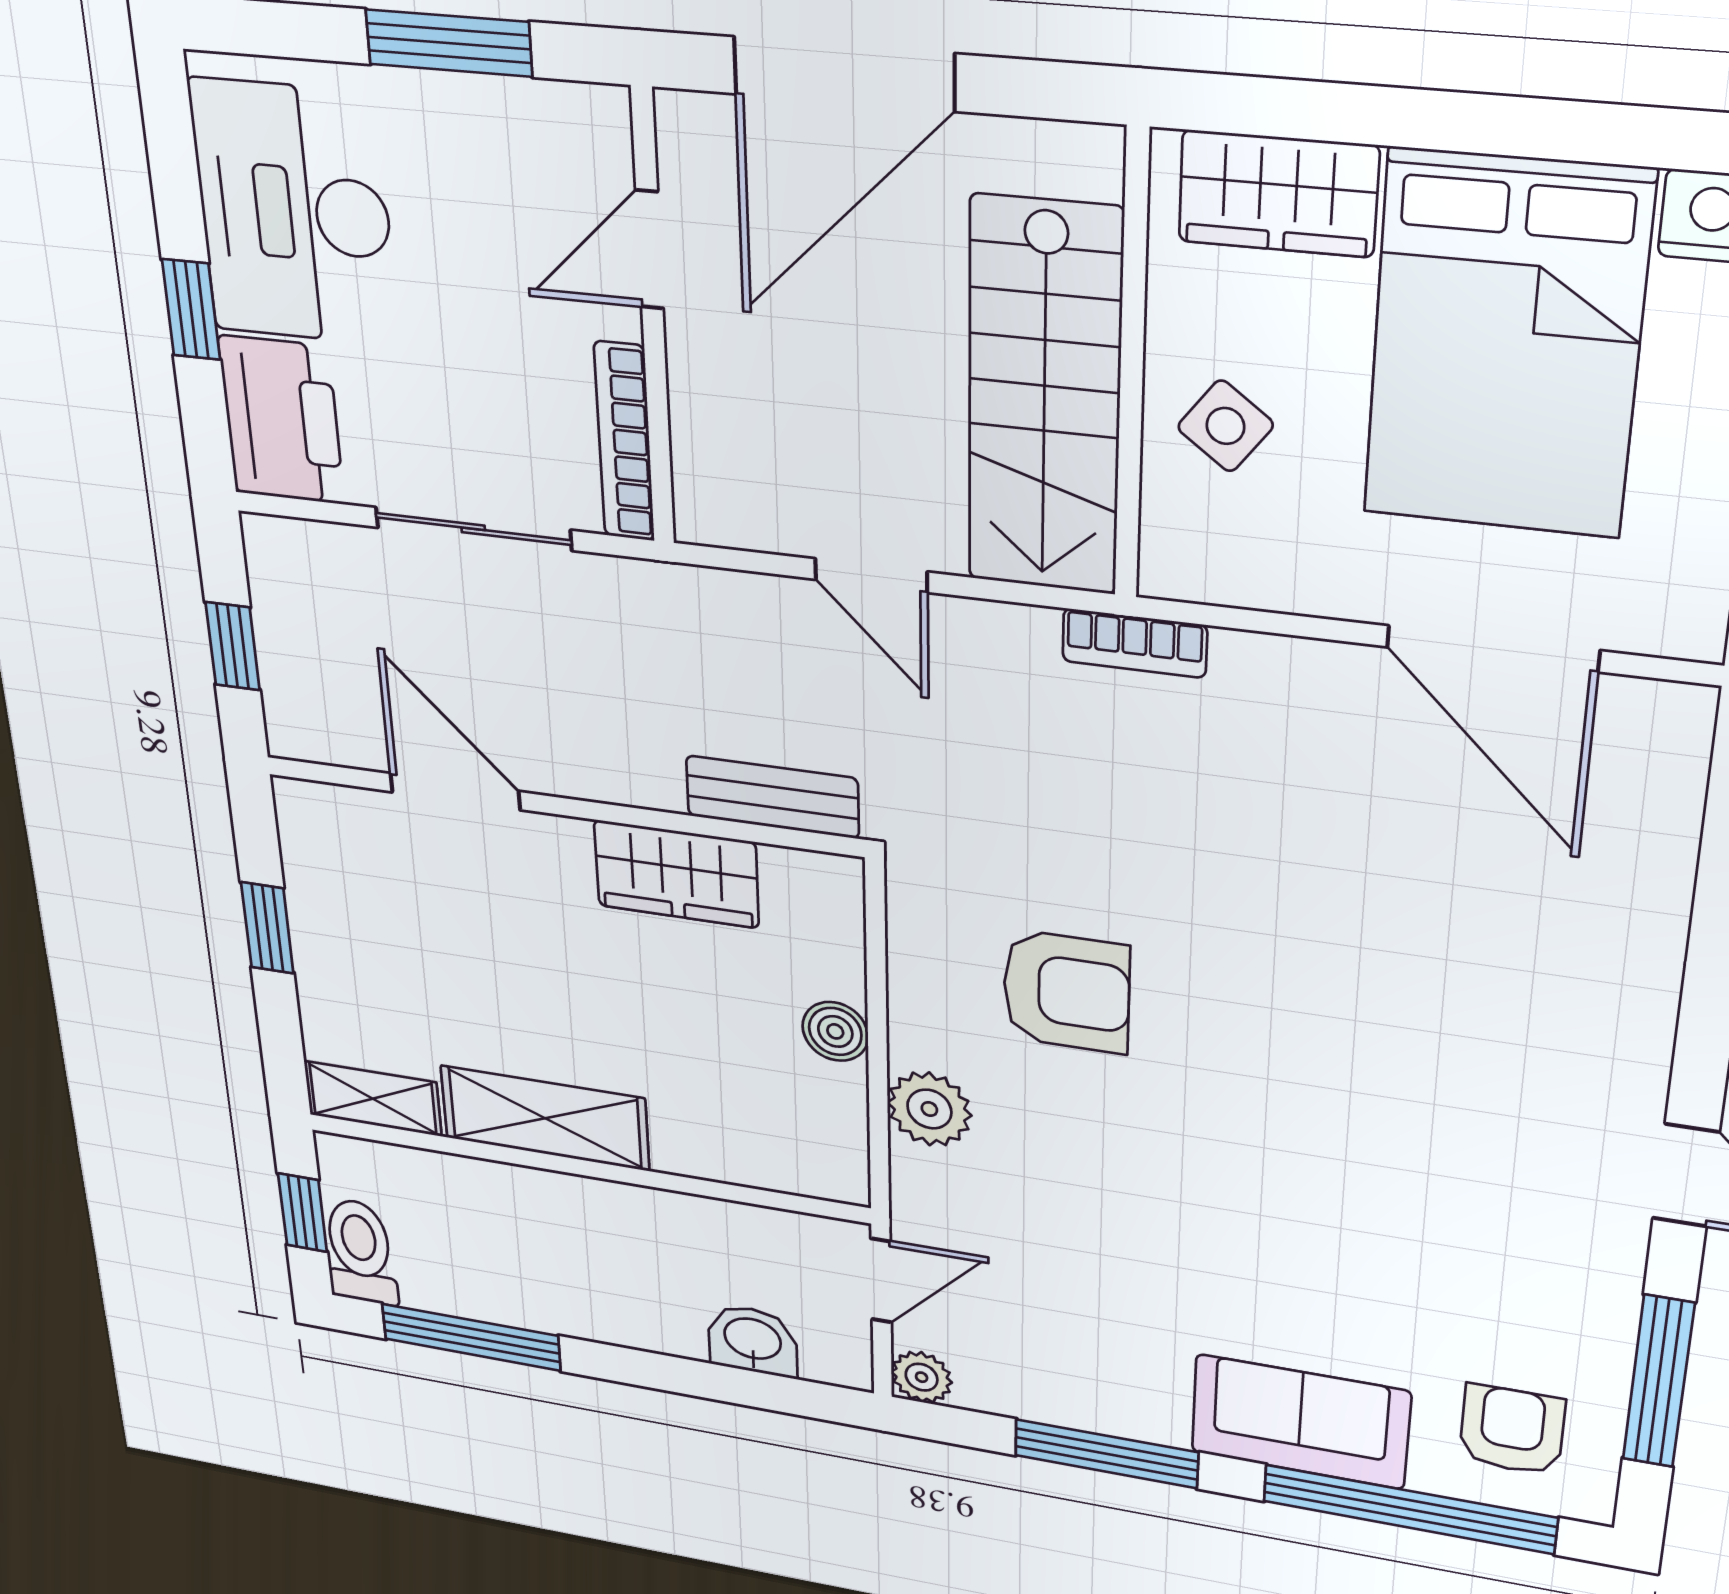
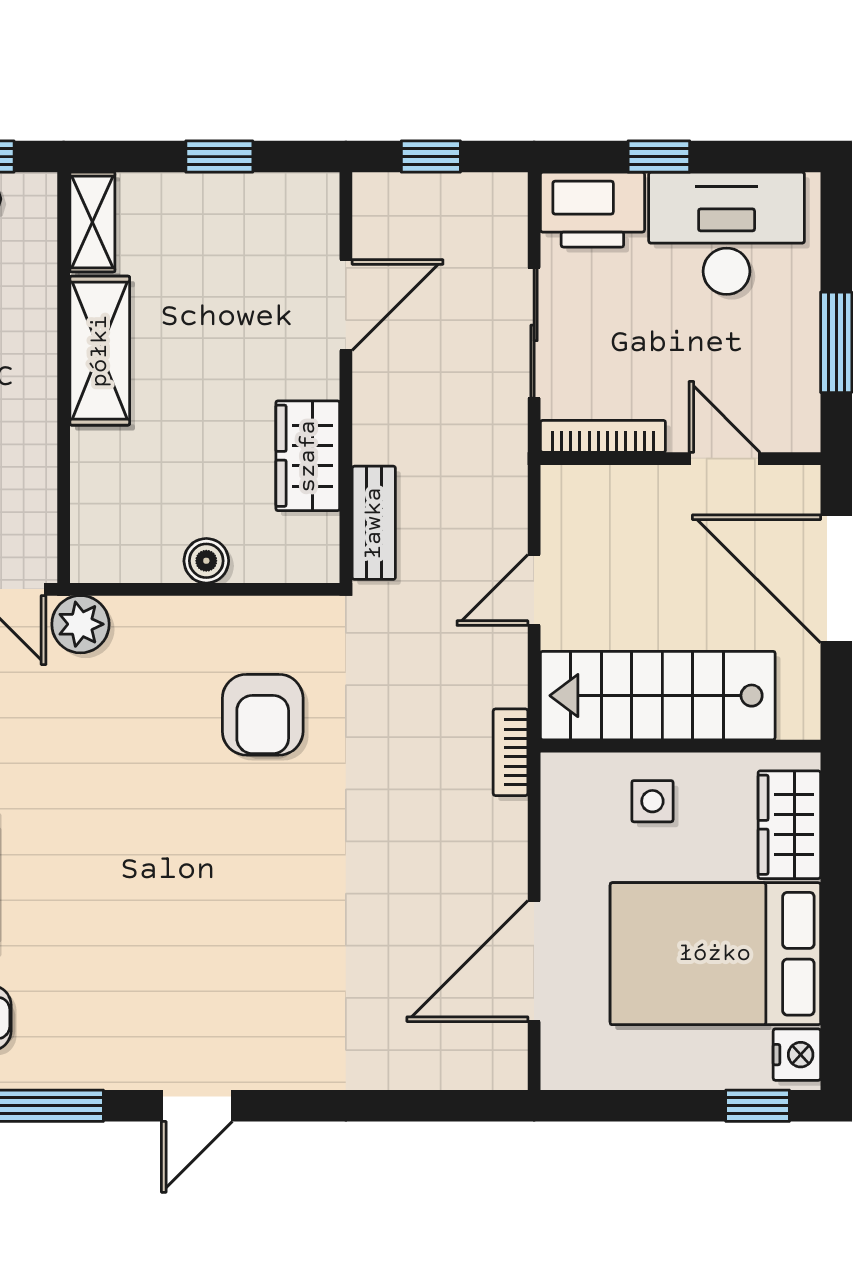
side table: (1226, 426) -> (652, 801), turned -37
plant: (929, 1109) -> (80, 624), moved

